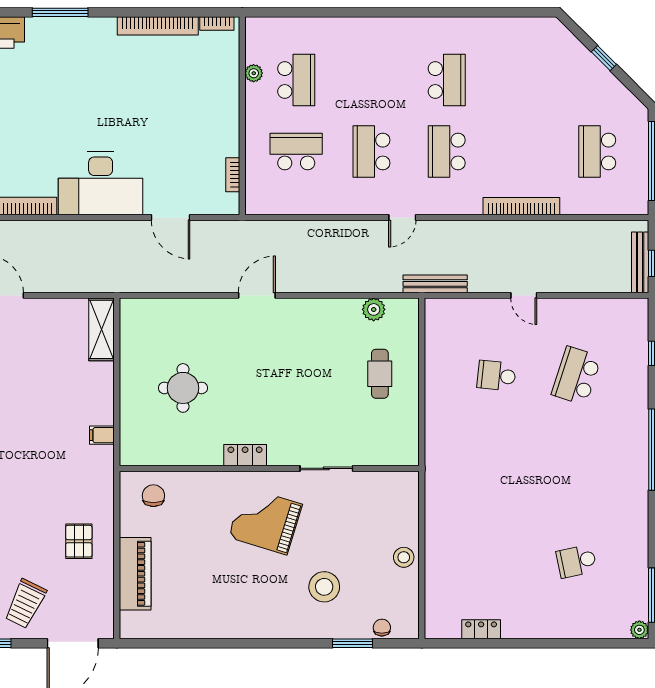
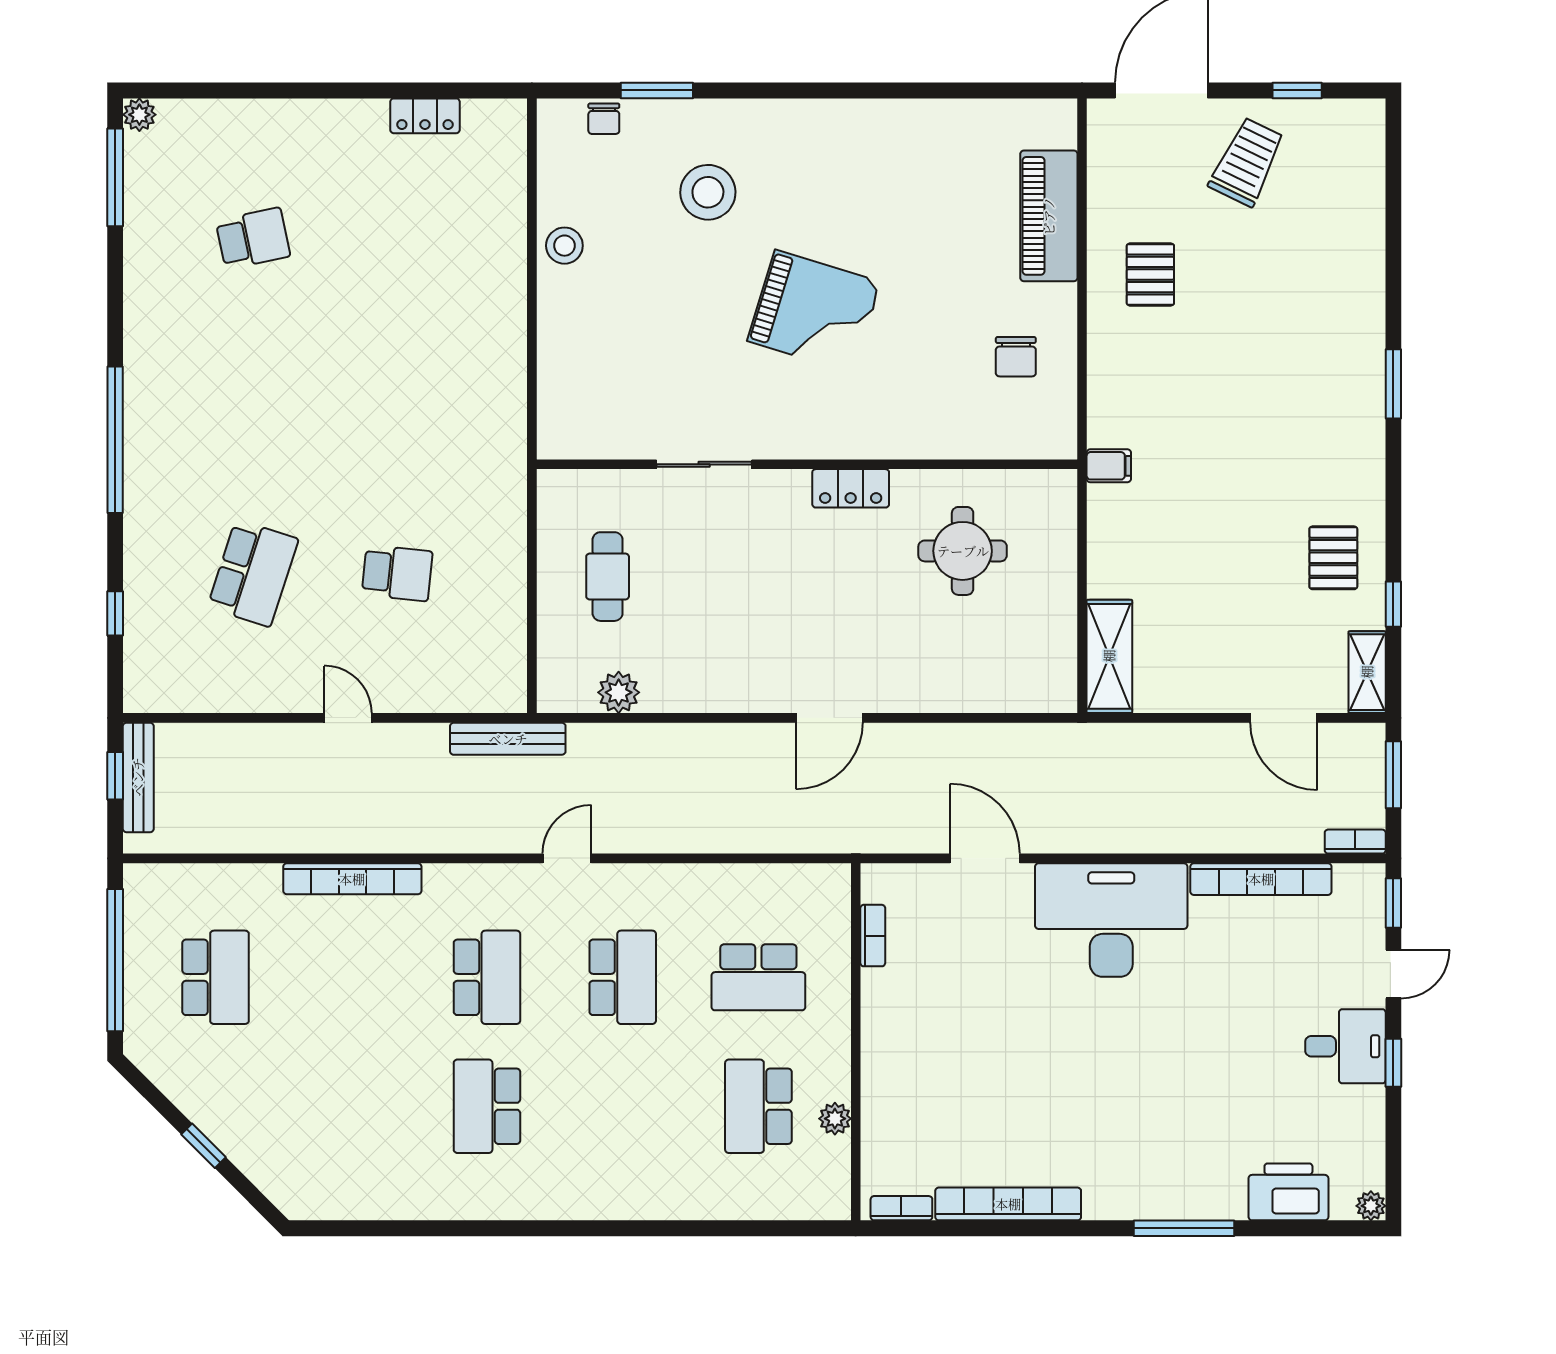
locker: (245, 455) -> (851, 488), moved
wall: (269, 468) -> (807, 464), moved
sliding door: (326, 468) -> (704, 464), moved

